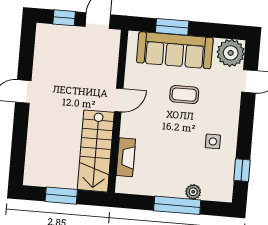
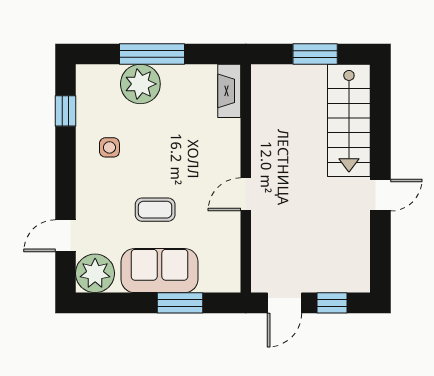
sofa: (175, 50) -> (160, 271), width x0.73
stairs: (96, 151) -> (349, 120), moved, turned 180
fireplace: (126, 157) -> (229, 91), moved
plant: (193, 192) -> (140, 84), width x1.88, depth x1.88

